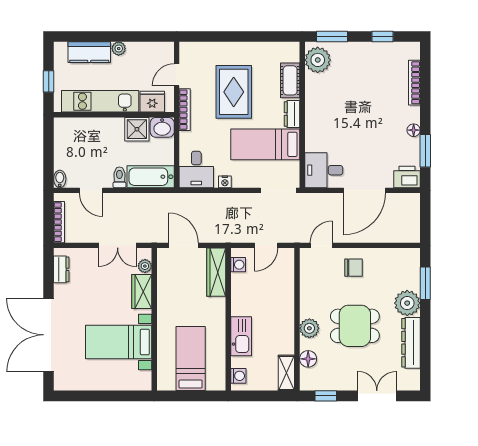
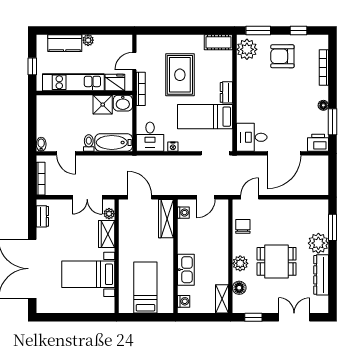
armchair: (362, 69) -> (282, 56), added
cot: (290, 80) -> (218, 42), moved, turned 90
chair: (353, 268) -> (243, 226), moved, turned -90

